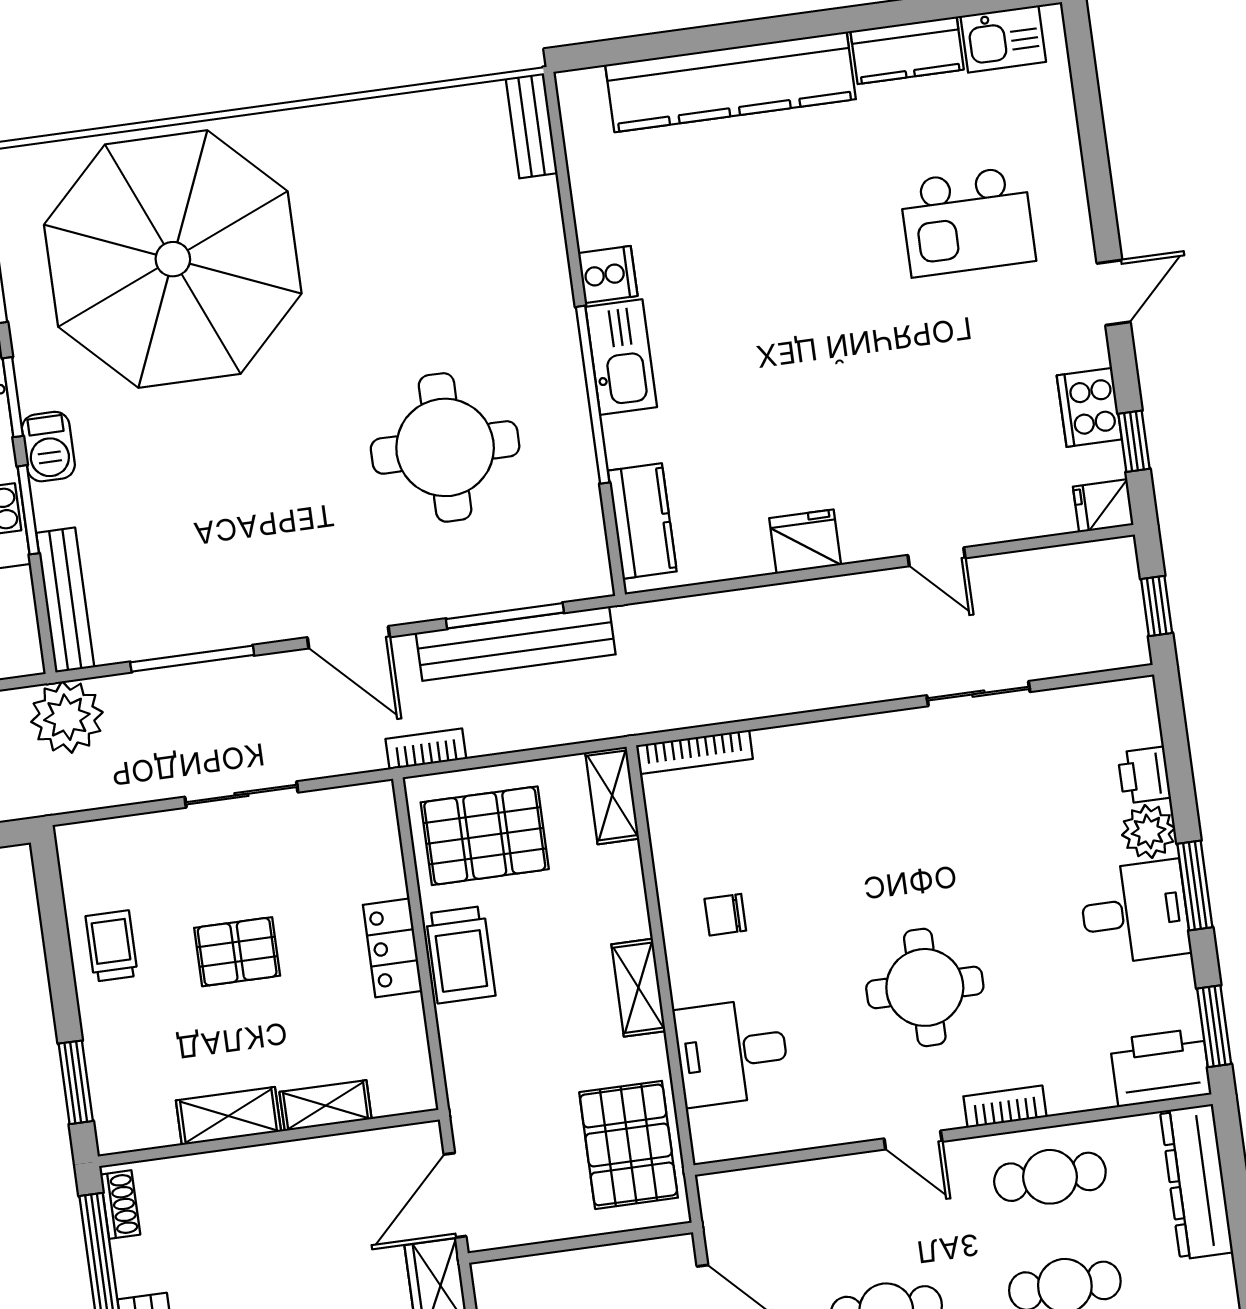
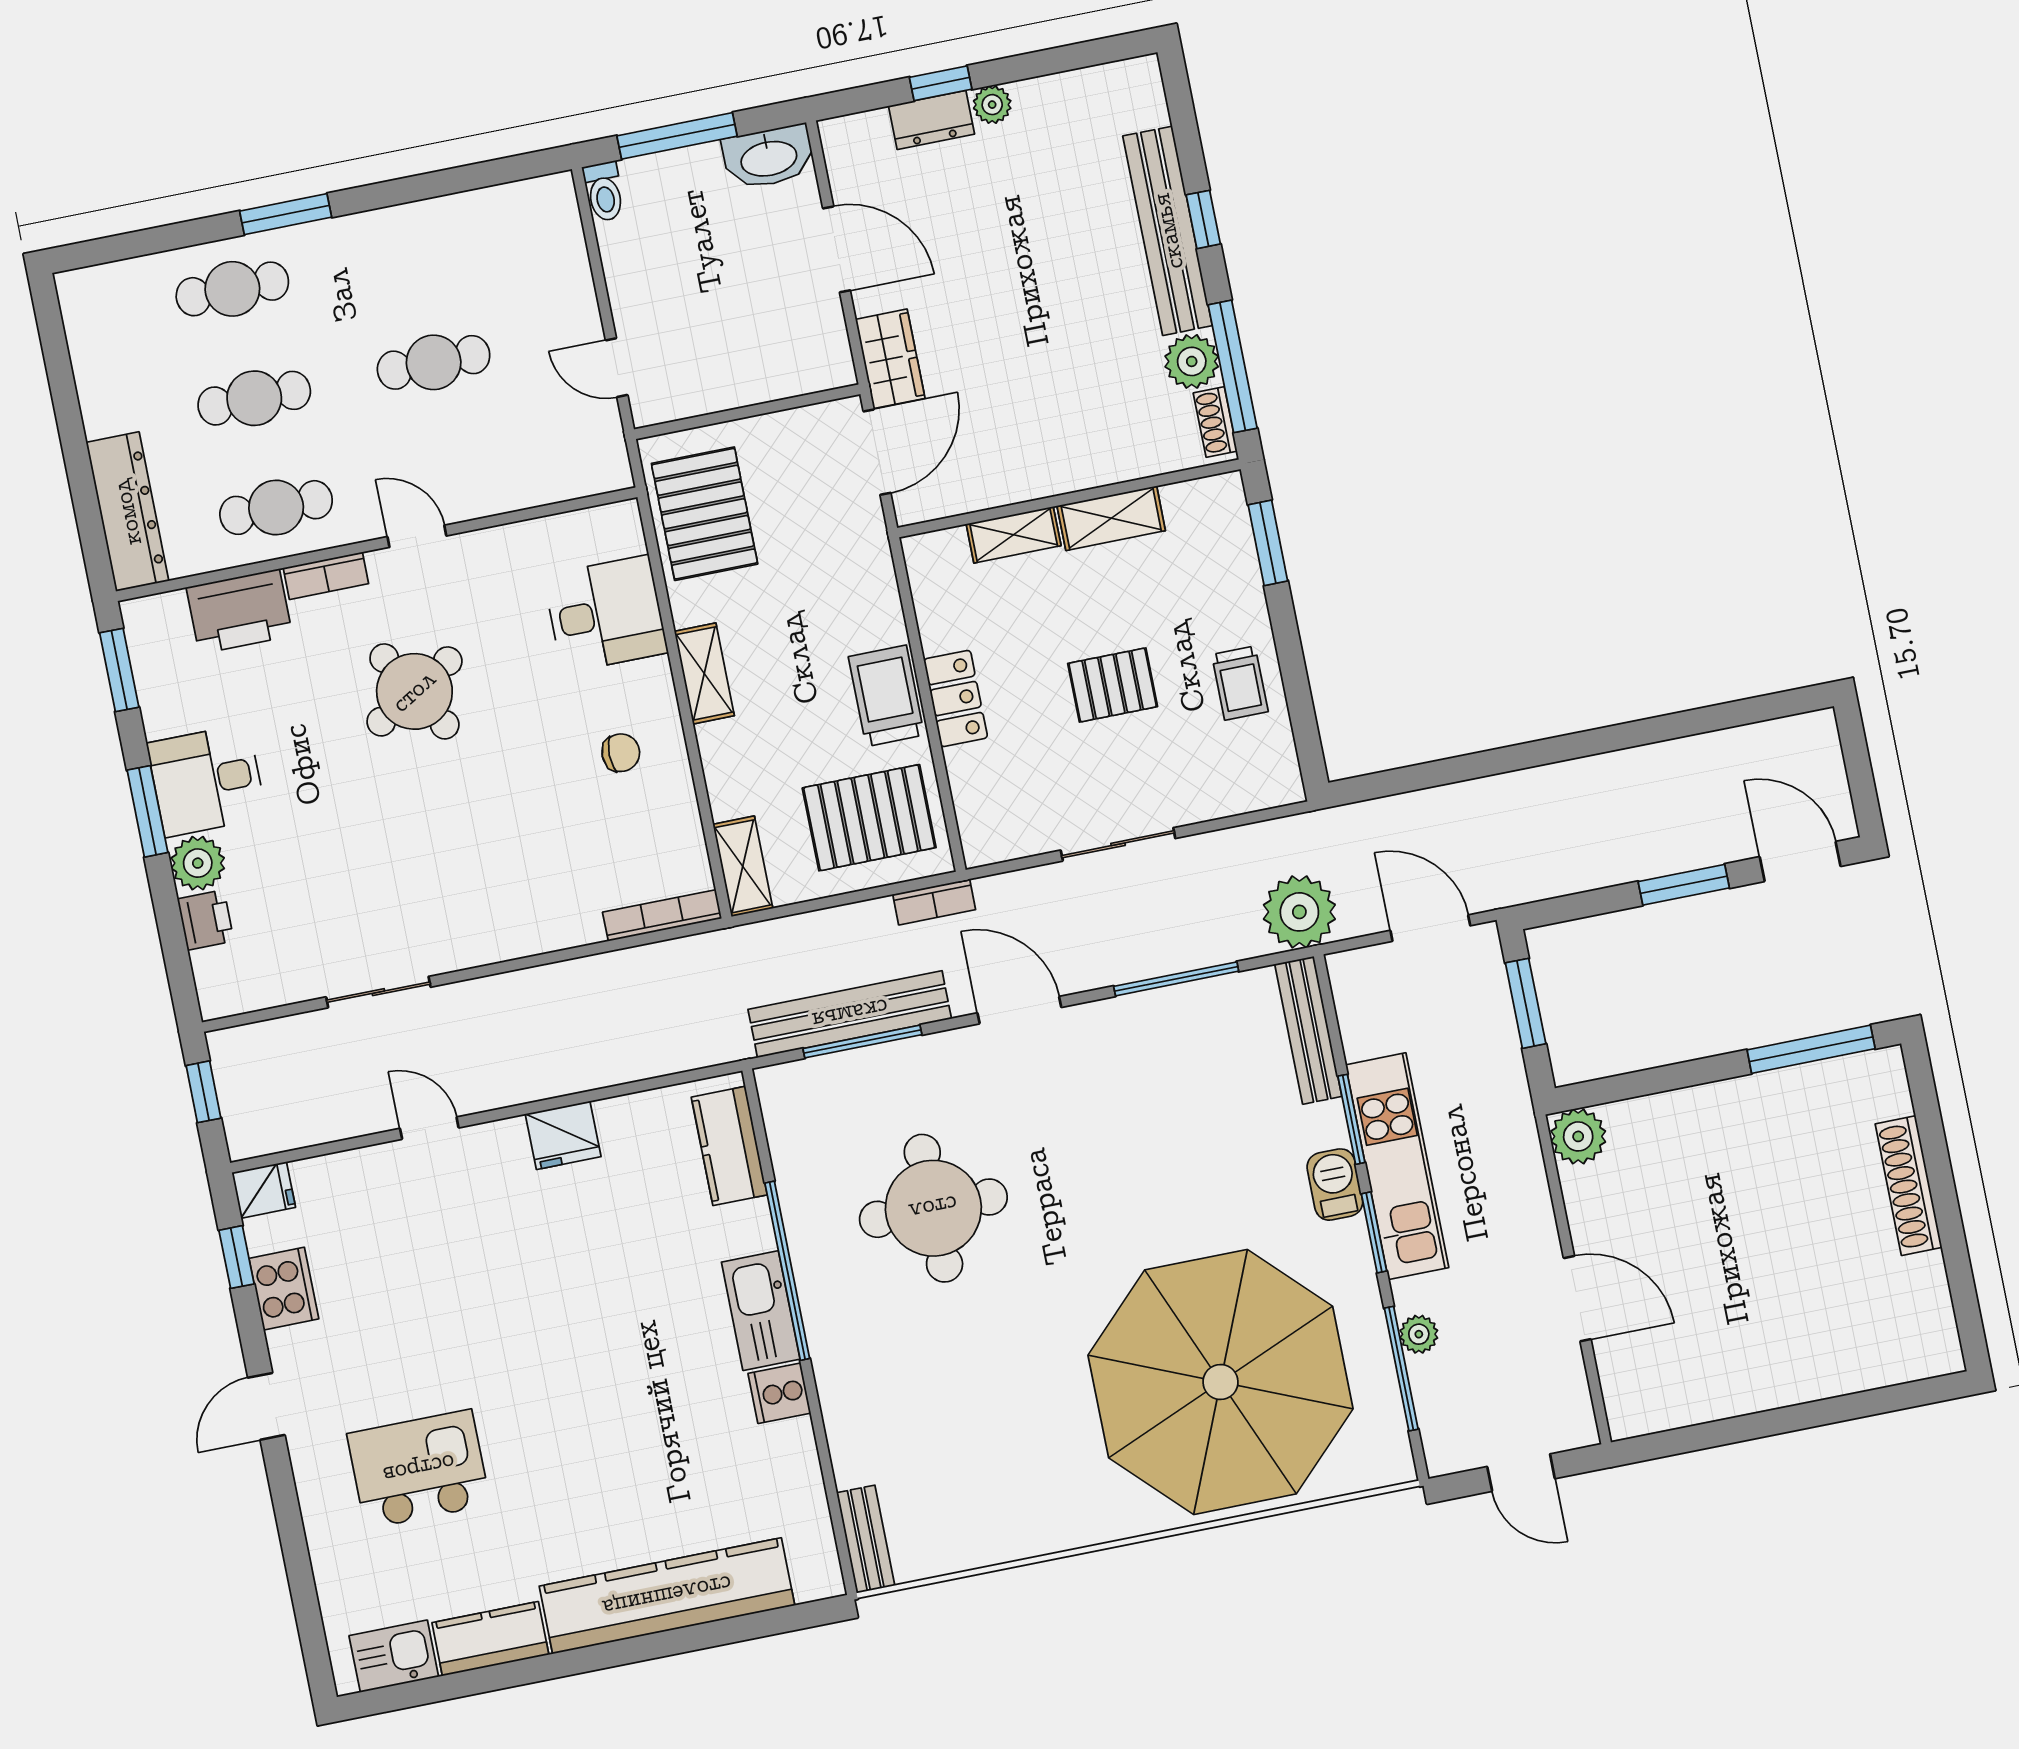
round table: (925, 987) -> (414, 691), turned -31
printer: (1160, 1067) -> (239, 611), moved
plant: (140, 1265) -> (1192, 361), added

